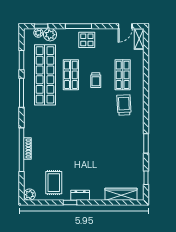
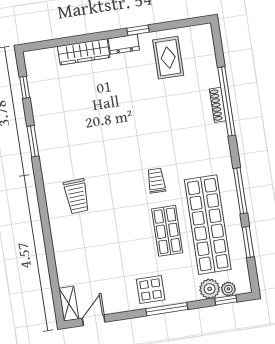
shop shelf: (123, 75) -> (86, 243), removed
trolley: (96, 80) -> (156, 181), moved
wardrobe: (121, 194) -> (84, 52), moved
plant: (29, 195) -> (203, 33), removed

